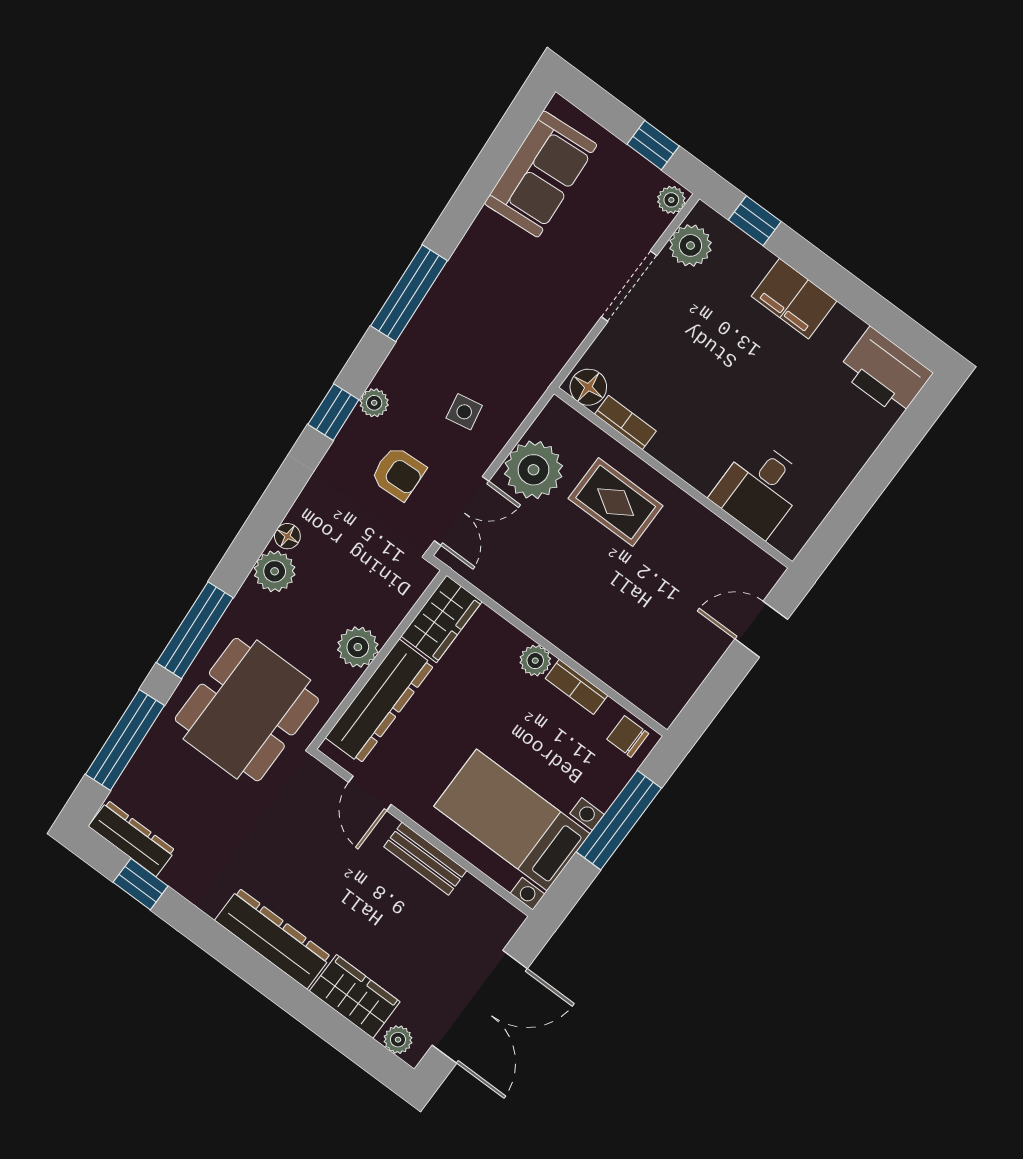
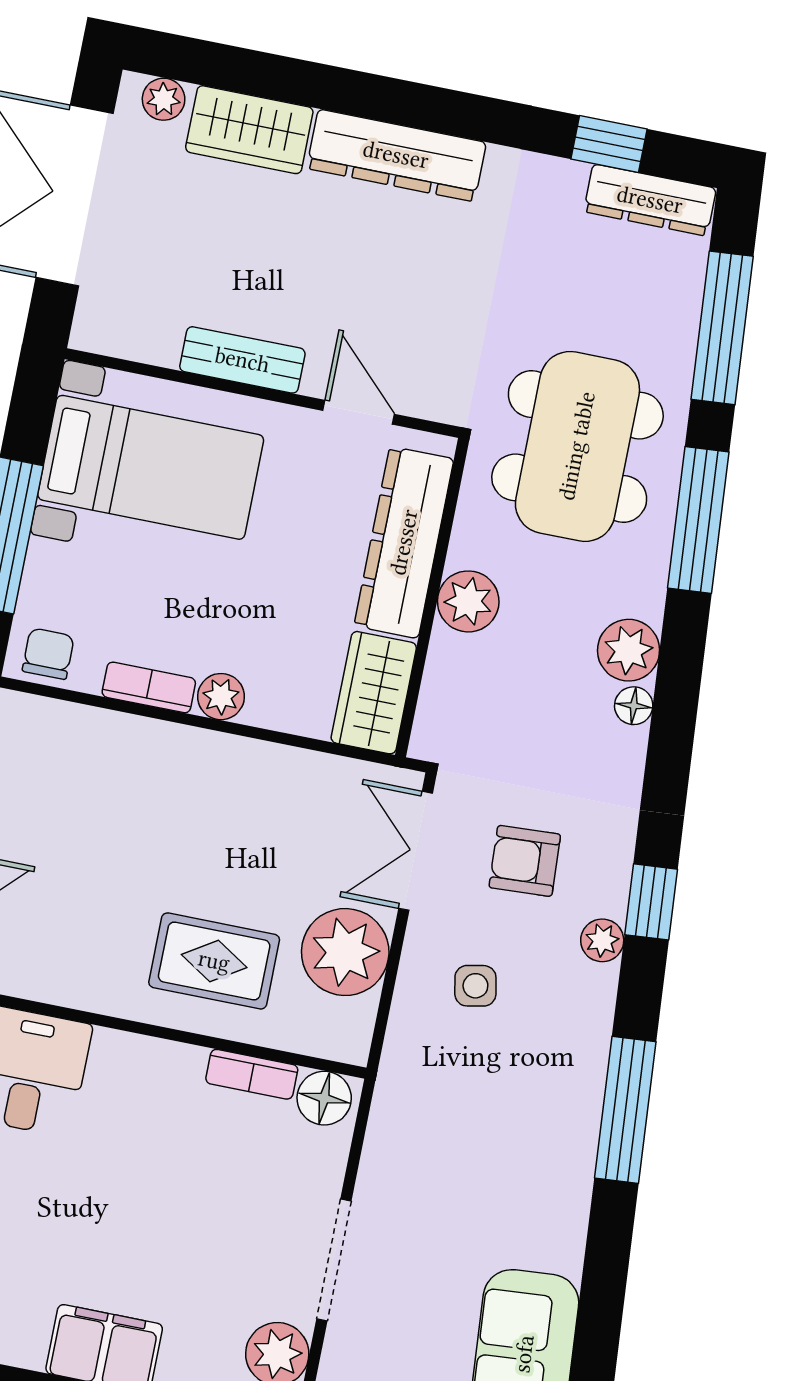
chair: (628, 736) -> (48, 654), turned -90

